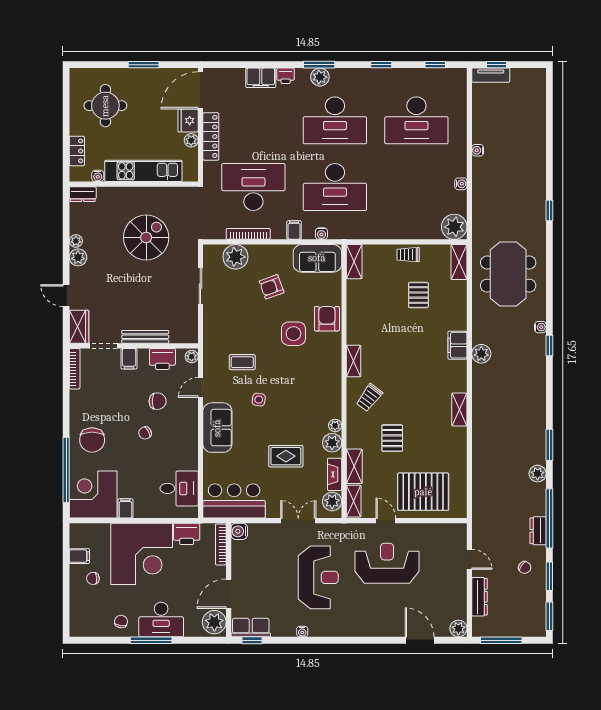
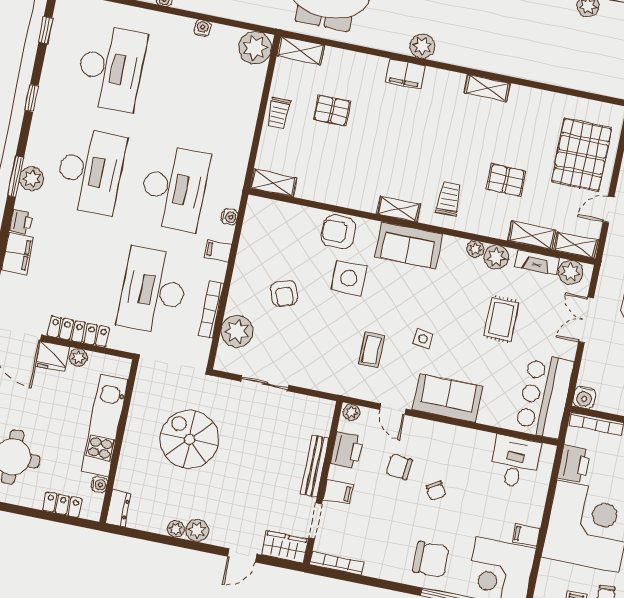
sofa: (317, 258) -> (409, 245), moved, turned 90
trolley: (369, 398) -> (449, 199), turned -127
chair: (158, 401) -> (399, 467), turned -85

